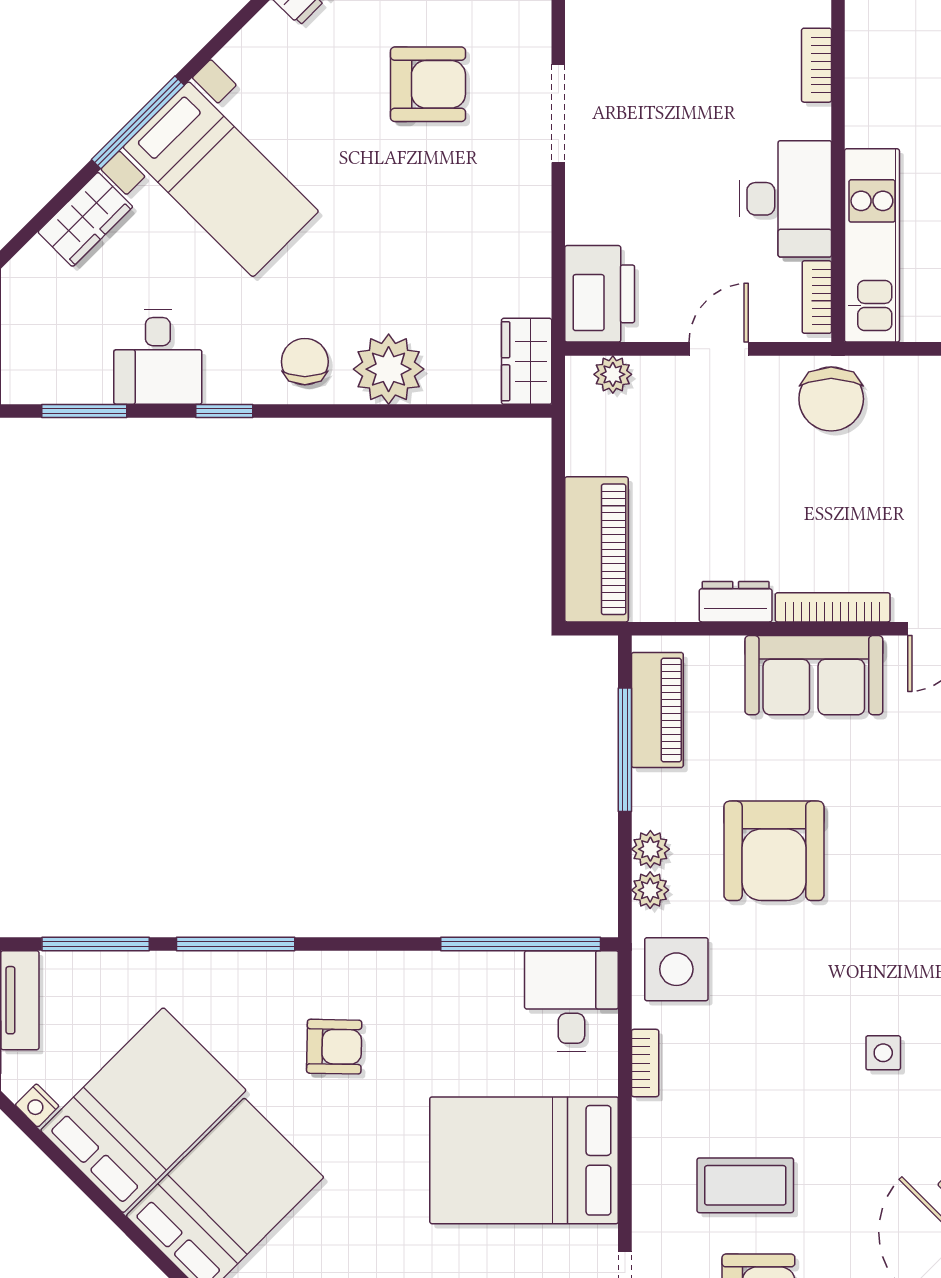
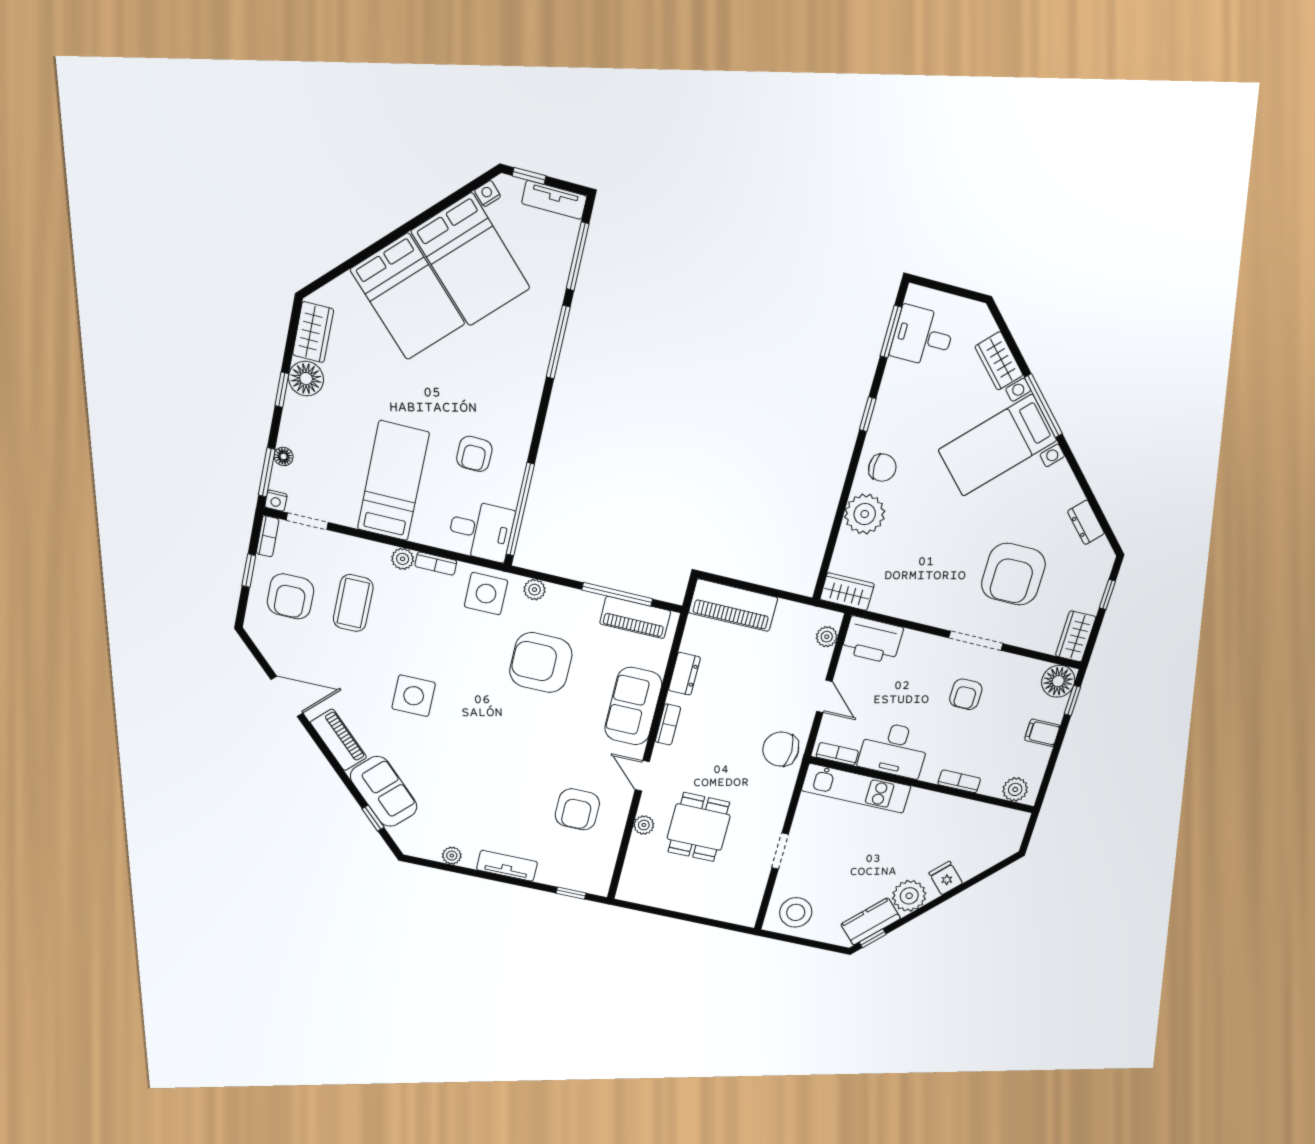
armchair: (428, 84) -> (1013, 574), width x1.36, depth x1.36
armchair: (656, 102) -> (966, 694), added
desk: (158, 357) -> (923, 336), moved
bookcase: (833, 607) -> (668, 724), width x0.64
plant: (650, 849) -> (403, 559), moved
armchair: (334, 1047) -> (474, 454), moved
side table: (883, 1053) -> (414, 696), width x1.87, depth x1.87
bed: (524, 1160) -> (393, 481), width x0.67

